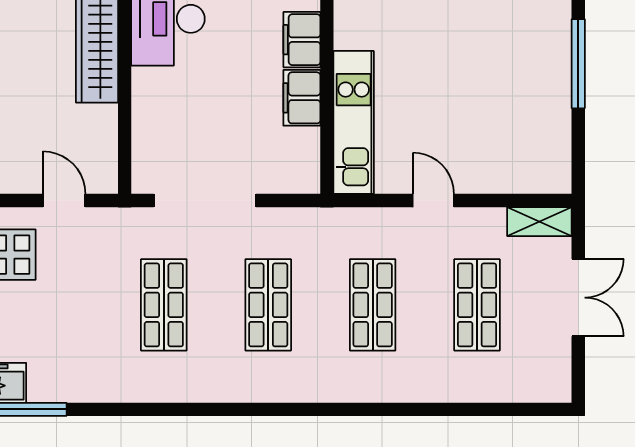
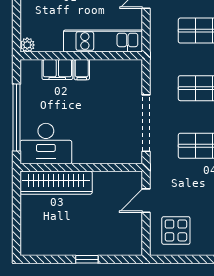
filing cabinet: (302, 98) -> (82, 70), width x0.50

